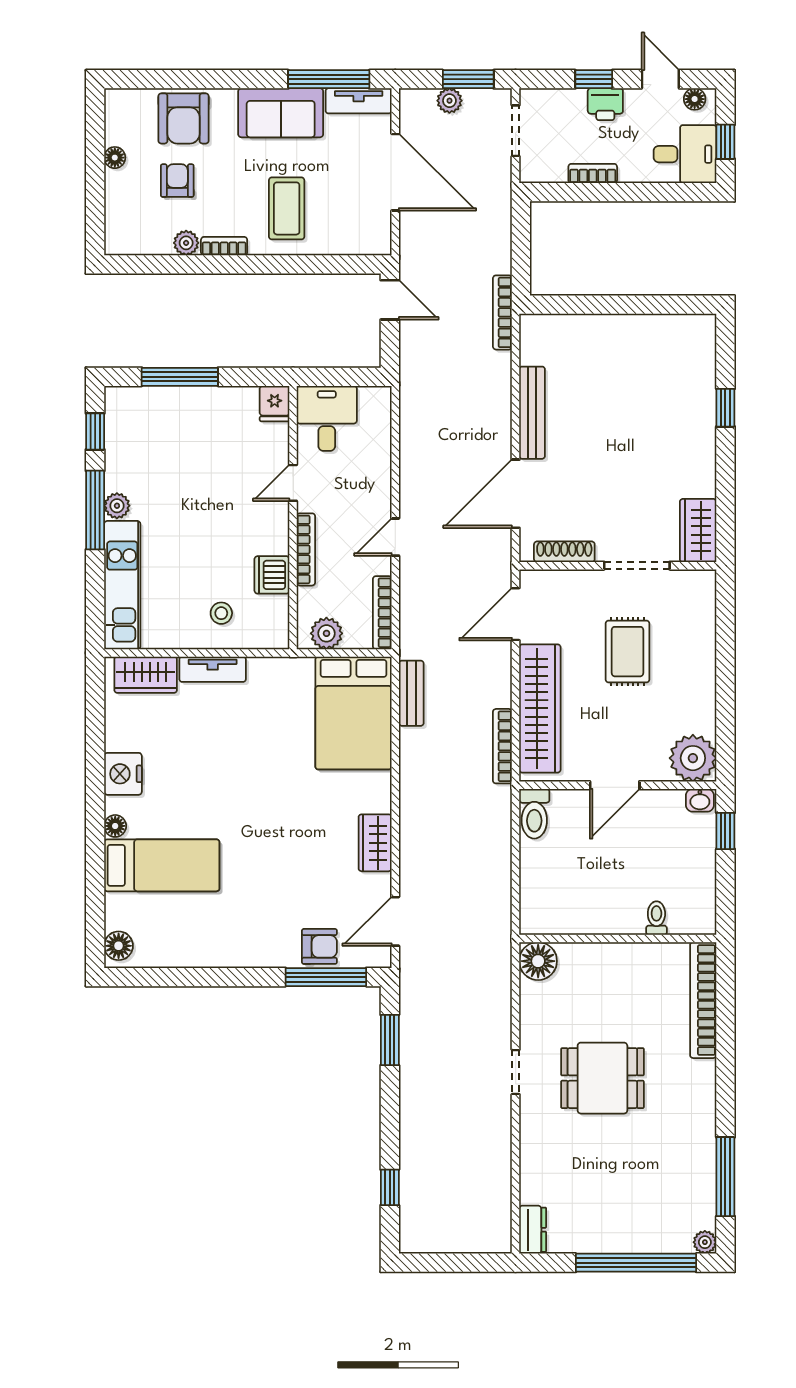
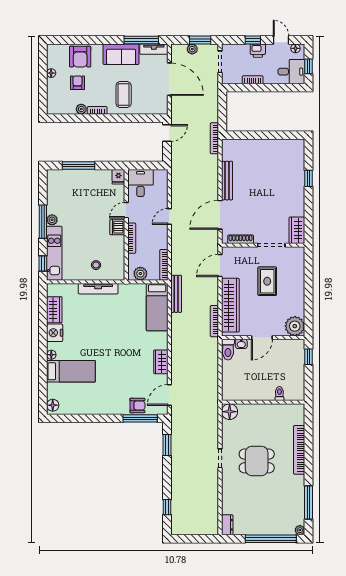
door: (390, 300) -> (167, 133), hinge flipped
window: (95, 431) -> (43, 264), moved
door: (395, 537) -> (169, 216), moved
dishwasher: (272, 575) -> (117, 227), moved
tv unit: (213, 669) -> (98, 289), width x1.41
wardrobe: (146, 675) -> (54, 310), moved, turned -90
bench: (411, 693) -> (176, 294), width x1.36
bed: (354, 713) -> (157, 307), width x0.67
washbasin: (700, 800) -> (241, 344), moved
bookcase: (703, 1000) -> (299, 450), moved

